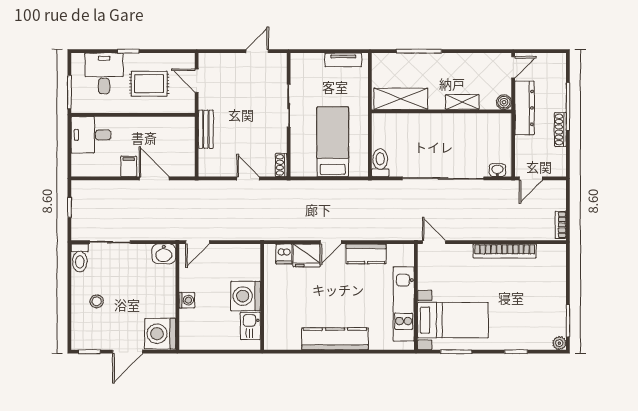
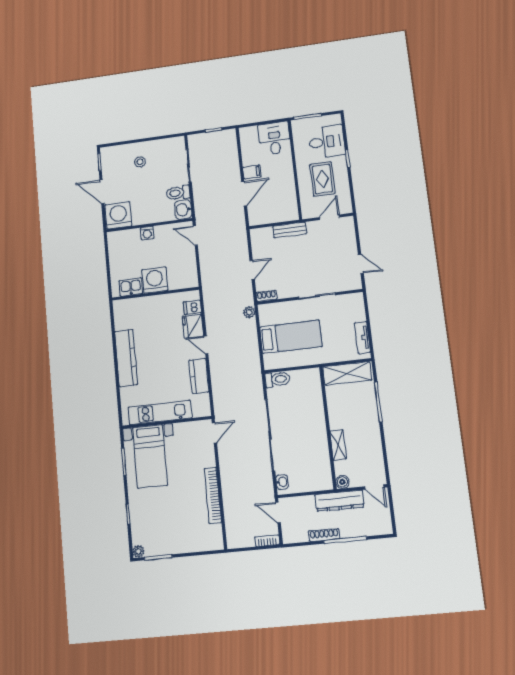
shelving: (401, 99) -> (347, 373), moved, turned 90
plant: (298, 187) -> (249, 312), added
bookcase: (561, 225) -> (267, 541), moved
toilet: (80, 258) -> (178, 193), moved

